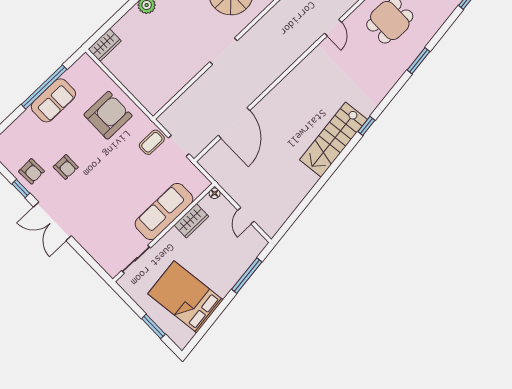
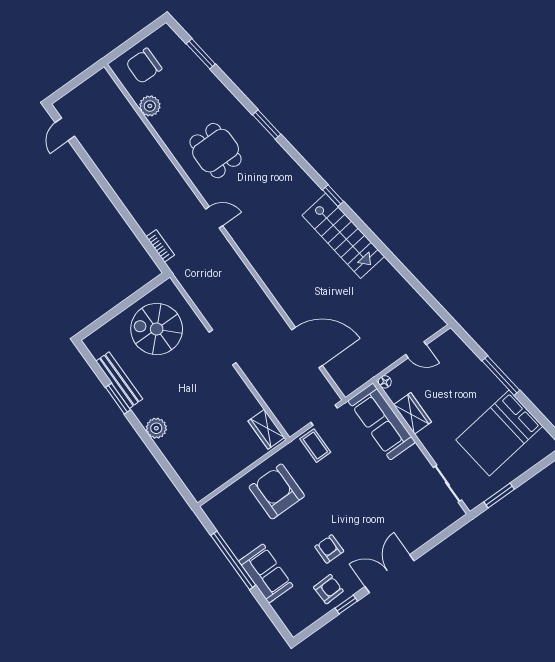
wardrobe: (105, 45) -> (266, 429), moved, turned 180
sofa: (53, 100) -> (266, 574), moved
armchair: (66, 167) -> (329, 549), turned -90
sofa: (164, 211) -> (382, 422), moved
double door: (52, 221) -> (390, 574), swing flipped
window: (247, 276) -> (501, 376), moved
window: (153, 326) -> (499, 495), moved

